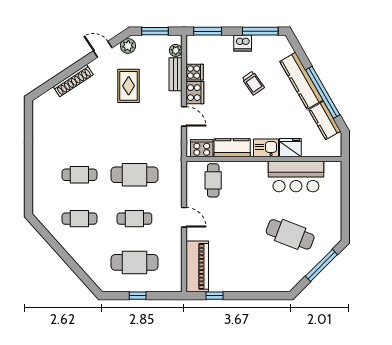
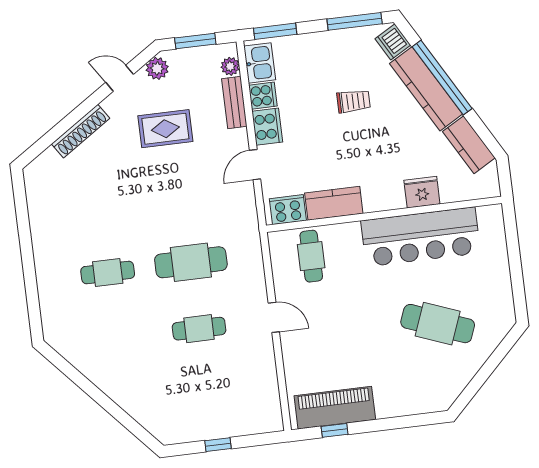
dishwasher: (243, 43) -> (393, 42), moved, turned 60
trolley: (253, 83) -> (354, 101), turned -55
rug: (129, 86) -> (165, 129), turned 90
window: (323, 92) -> (442, 78), moved
door: (184, 116) -> (255, 165), swing flipped
kitchen sink: (266, 148) -> (260, 63), moved, turned 90
bar counter: (296, 177) -> (421, 237), width x1.36
cafe table: (79, 219) -> (116, 339), removed
cafe table: (134, 262) -> (207, 395), removed
window: (321, 265) -> (491, 365), removed
piano: (197, 266) -> (335, 408), moved, turned -90

